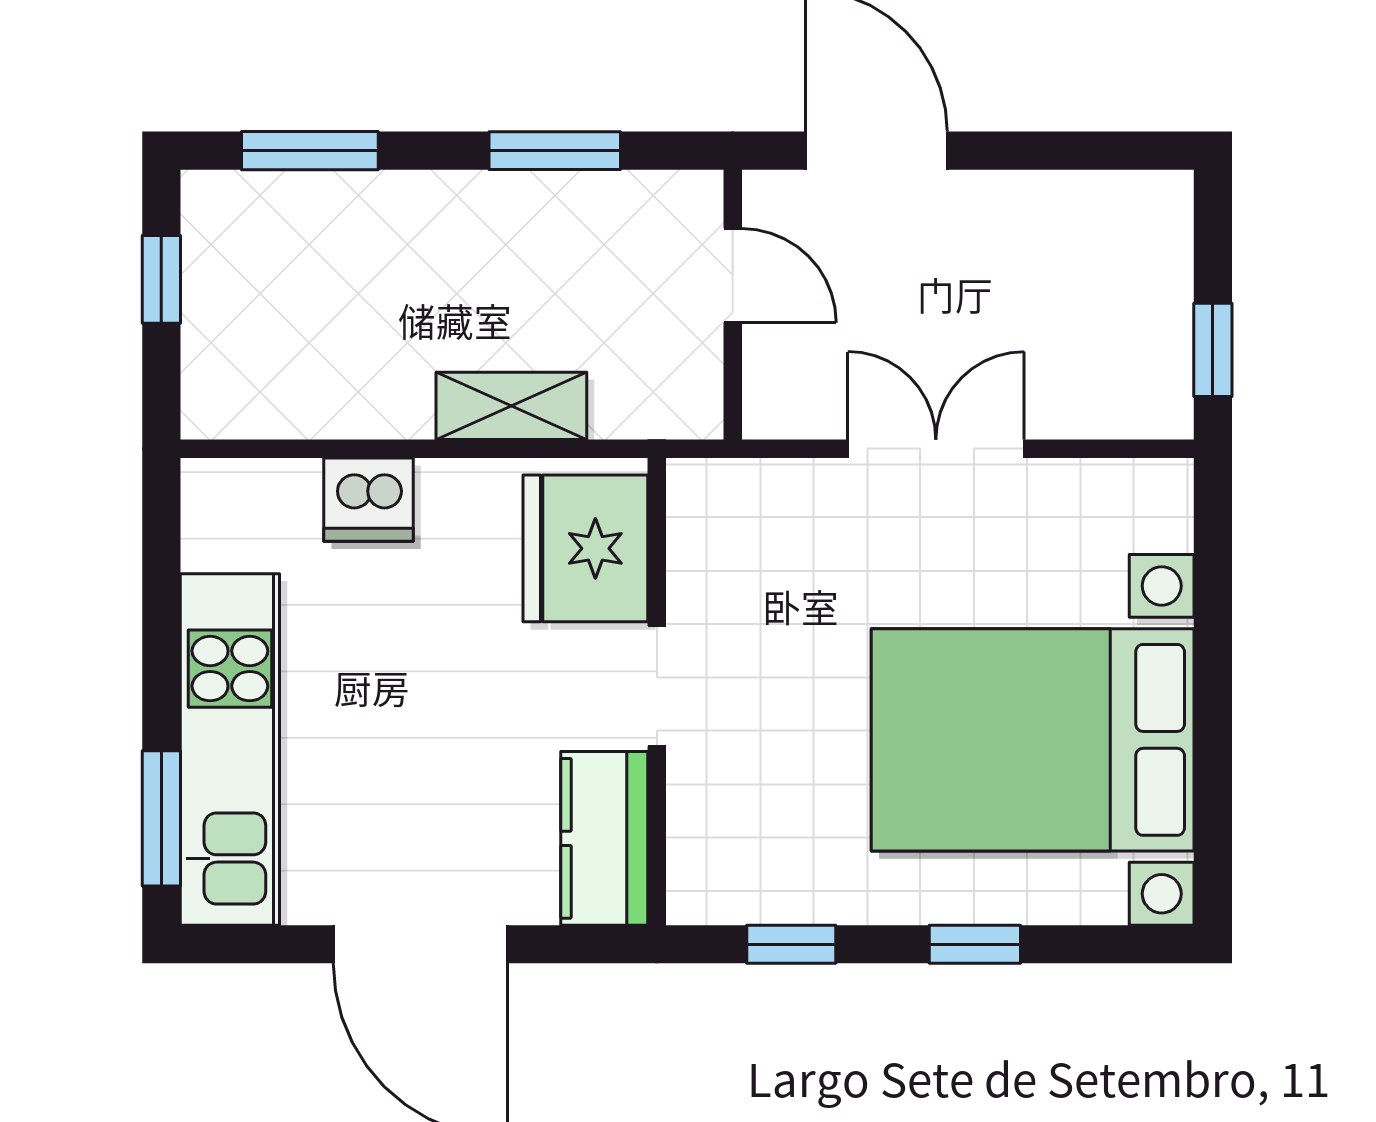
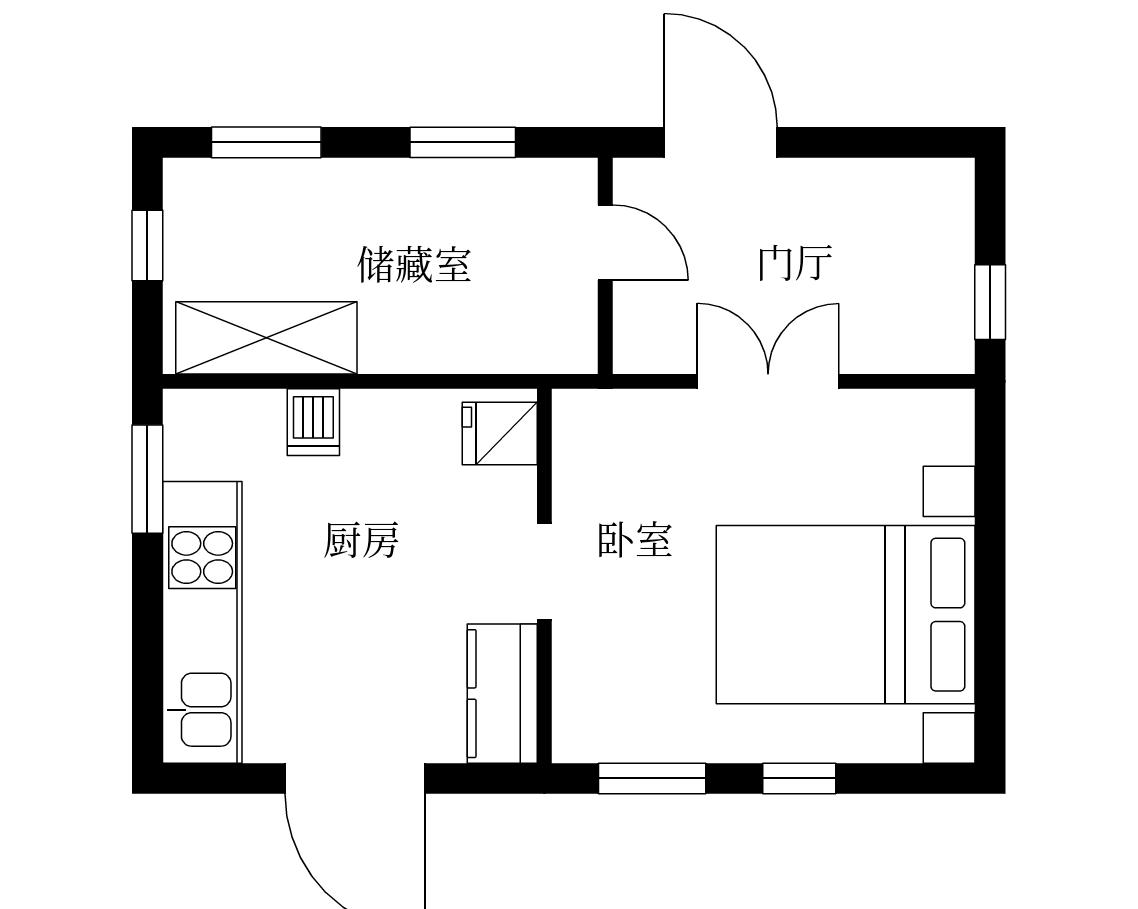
shelving: (511, 406) -> (266, 338), moved, width x1.50, depth x1.33
dishwasher: (369, 500) -> (313, 422), width x0.73
fridge: (585, 548) -> (500, 433), width x0.53, depth x0.75
window: (161, 818) -> (147, 479), moved
window: (791, 944) -> (652, 778), width x1.50

